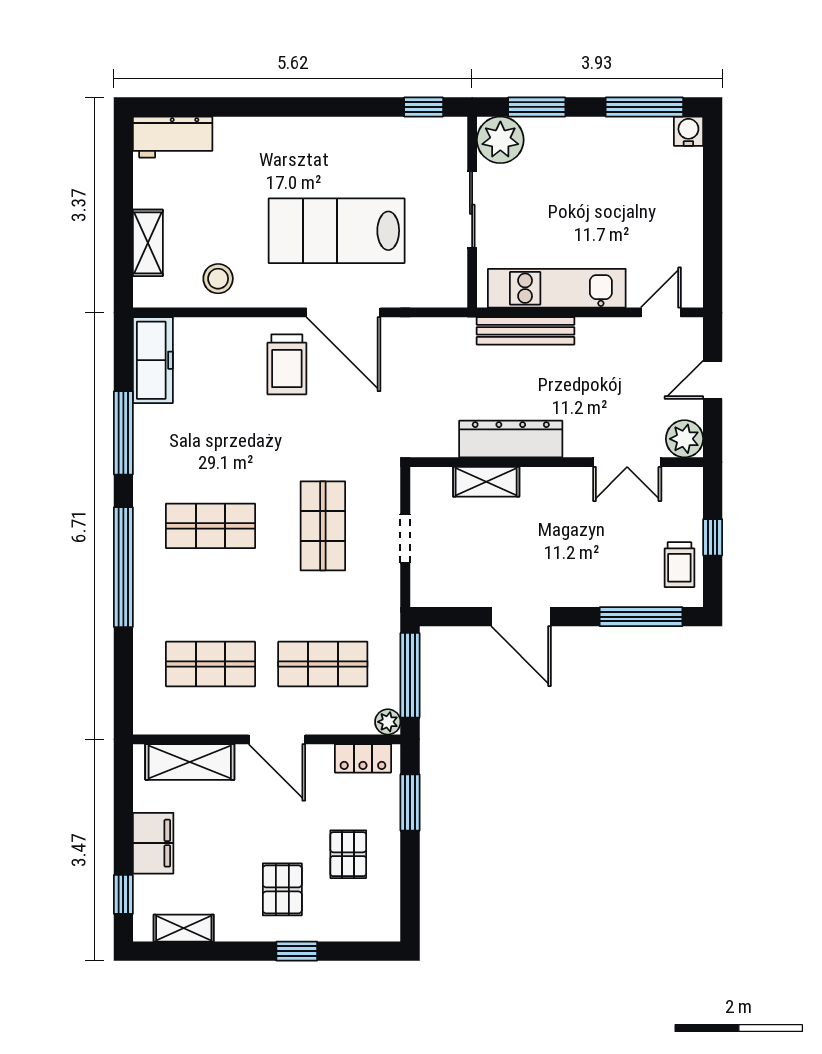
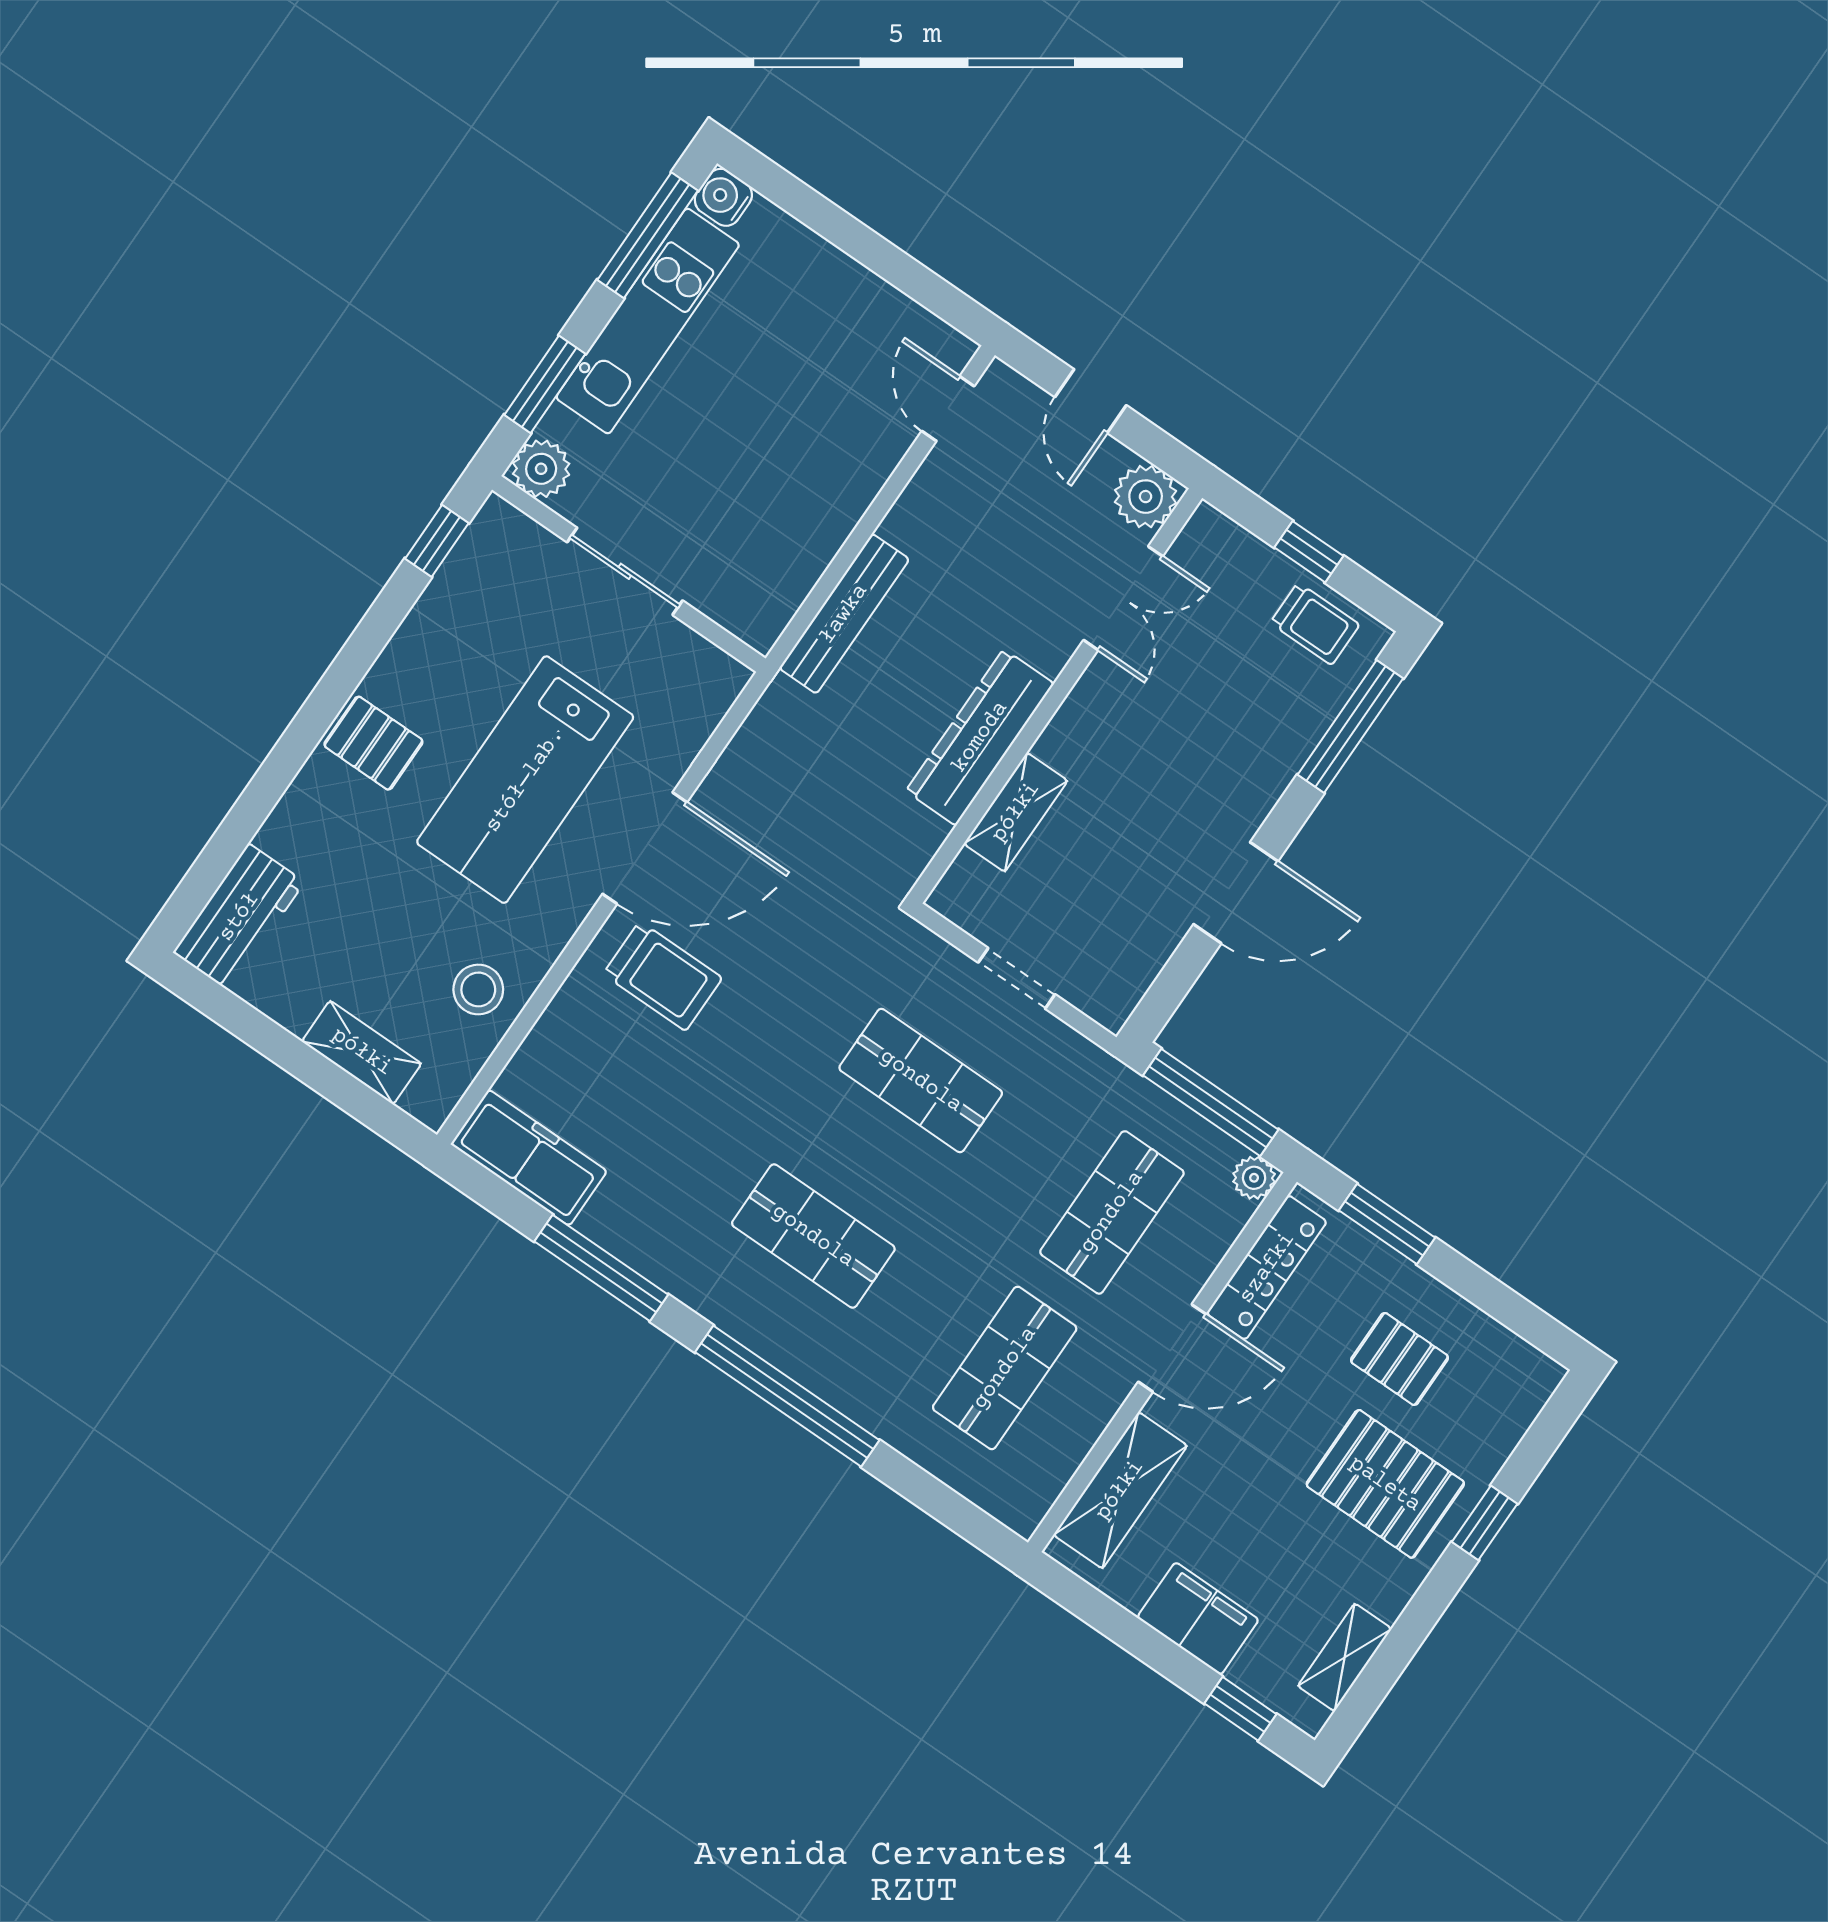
plant: (500, 140) -> (541, 469), width x0.73, depth x0.73
pallet: (303, 144) -> (373, 743), added
kitchen unit: (557, 288) -> (648, 321), moved, turned 180
shop shelf: (211, 526) -> (813, 1236), turned 90
locker: (363, 758) -> (1267, 1268), width x1.53
pallet: (282, 889) -> (1385, 1484), width x1.50, depth x1.42

